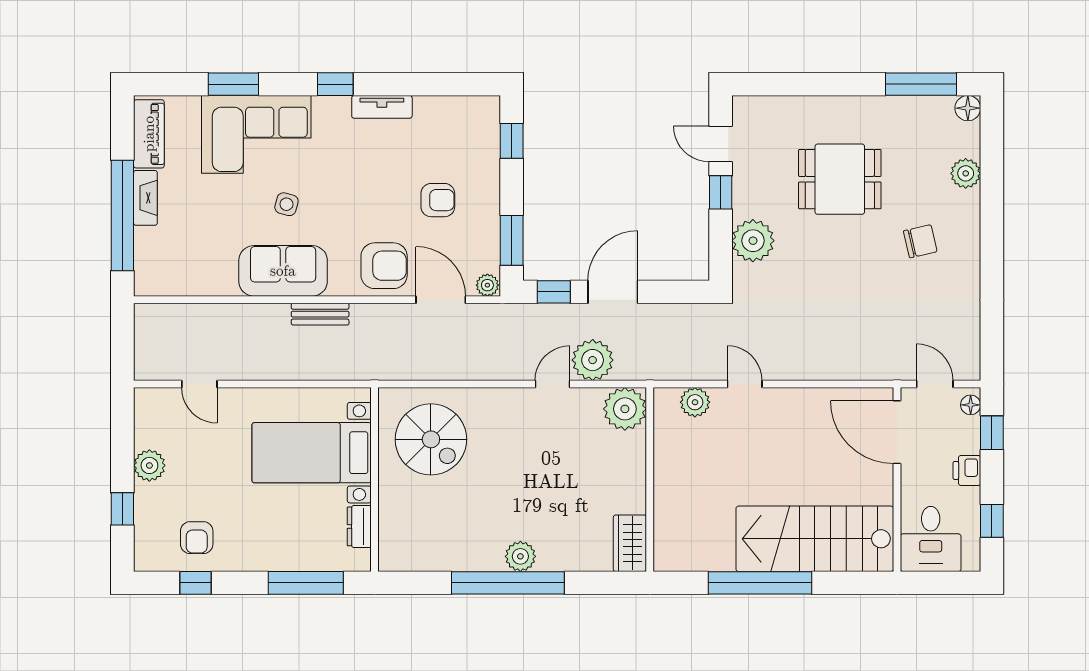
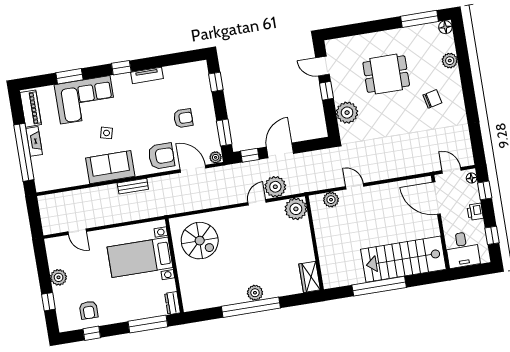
dresser: (359, 526) -> (172, 303), moved

